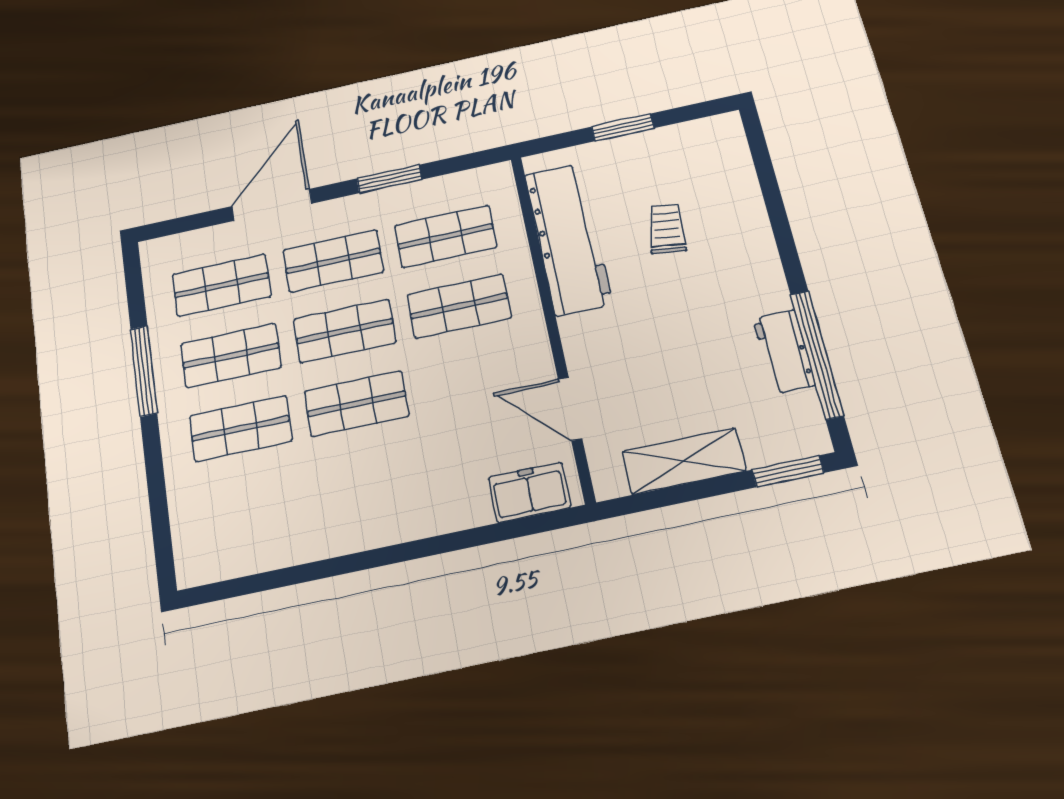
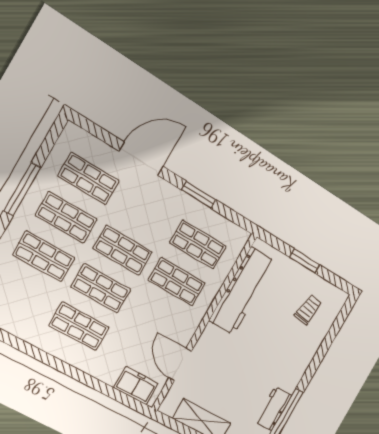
trolley: (667, 229) -> (308, 310), moved
shop shelf: (333, 261) -> (79, 326), moved

